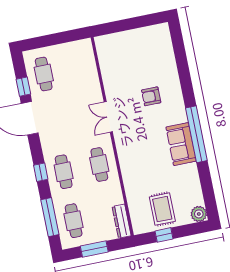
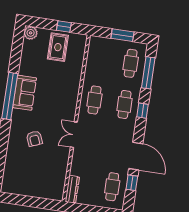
armchair: (151, 96) -> (34, 139), turned 68
double door: (108, 117) -> (74, 135), swing flipped
dresser: (122, 221) -> (72, 189), moved

